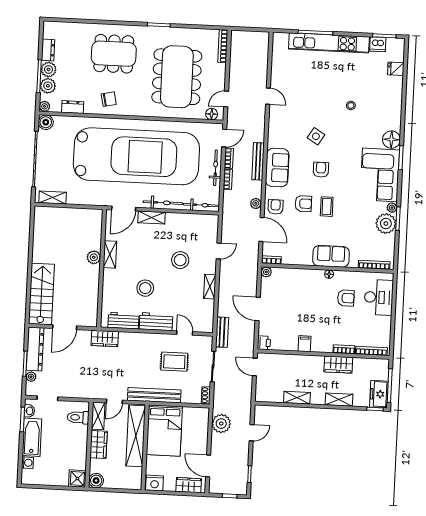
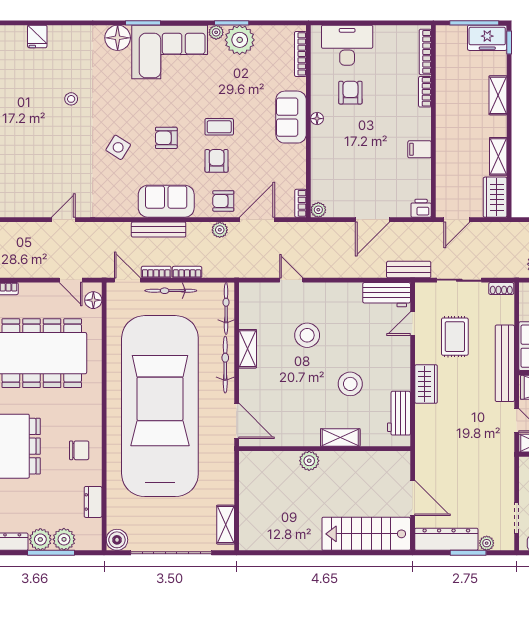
fridge: (396, 69) -> (37, 36), moved
chair: (109, 99) -> (79, 450), turned 102
plant: (45, 106) -> (94, 543), removed
shelving: (152, 218) -> (248, 349), moved
shelving: (110, 254) -> (340, 438), moved
shelving: (210, 287) -> (344, 290), removed
workbench: (156, 322) -> (387, 295), moved, turned -90
wardrobe: (105, 338) -> (426, 384), moved
wardrobe: (338, 365) -> (495, 197), moved, turned 180

